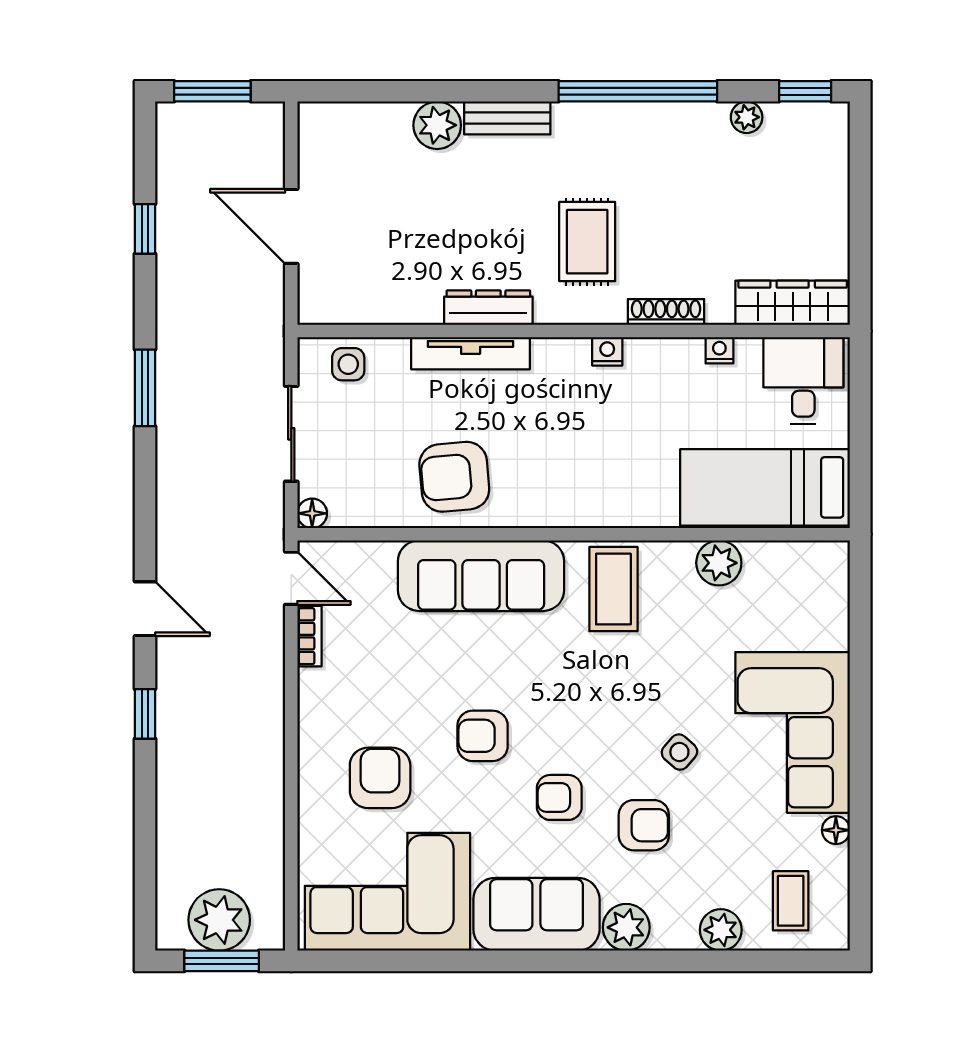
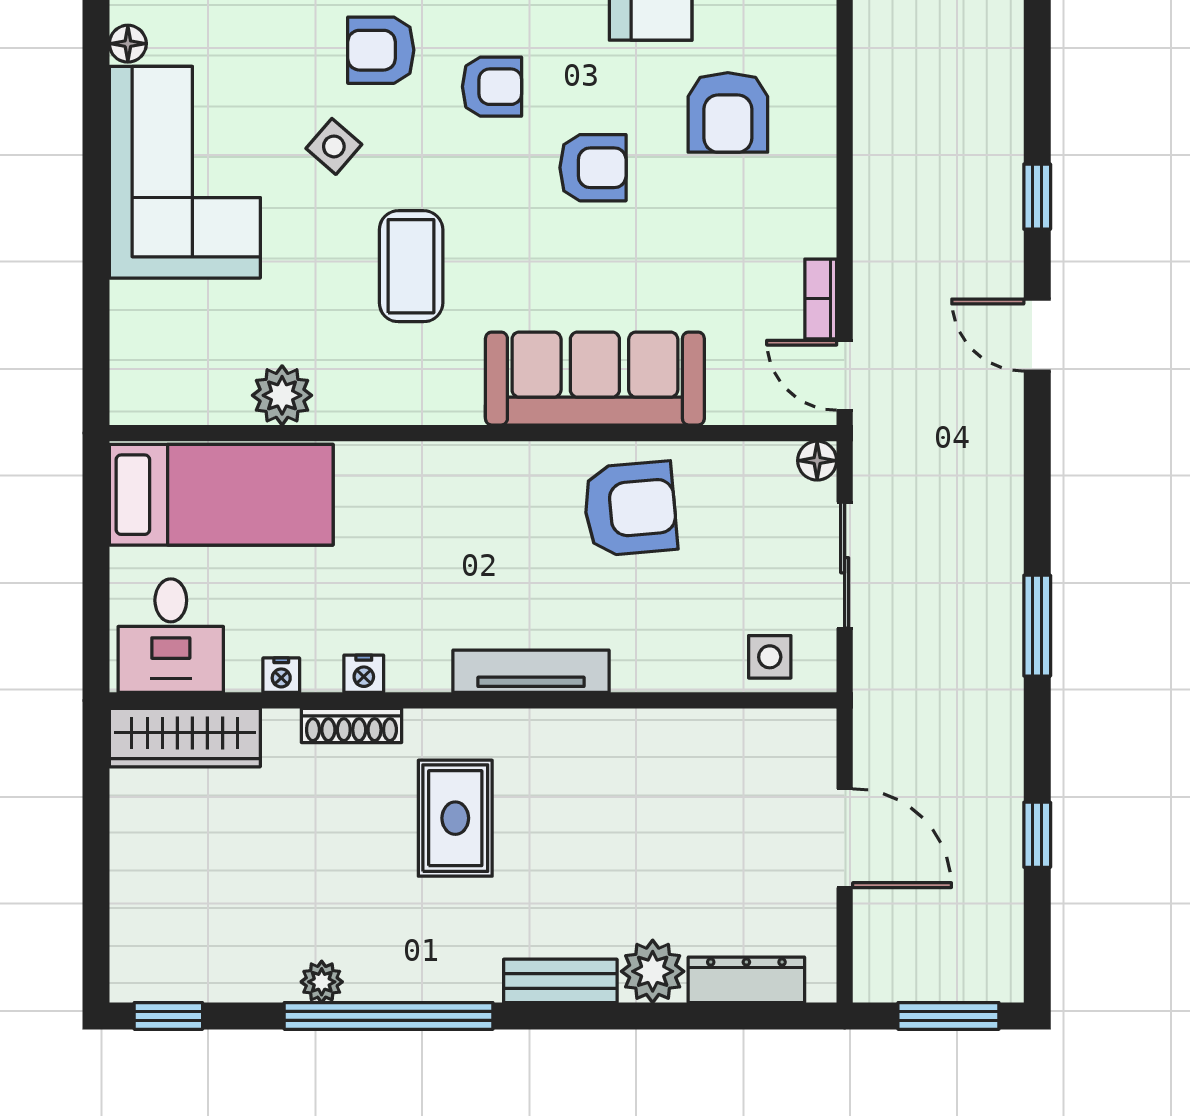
plant: (747, 117) -> (322, 982), moved
dresser: (488, 308) -> (746, 980), moved, turned 180
nightstand: (607, 351) -> (364, 674), moved
tv unit: (471, 353) -> (531, 671), moved
coffee table: (613, 589) -> (411, 266), moved

